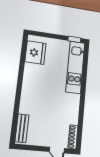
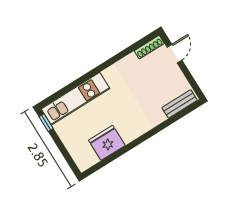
fridge: (35, 53) -> (107, 143), moved

